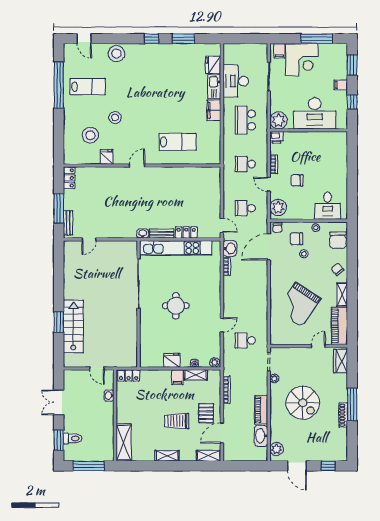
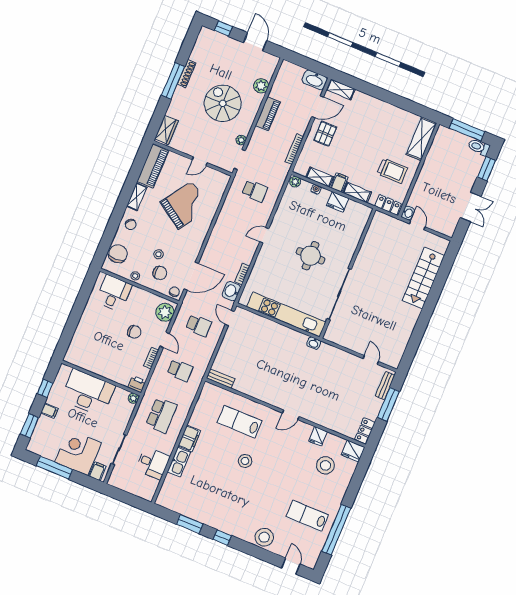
fridge: (213, 65) -> (353, 451), moved, turned 90
desk: (236, 81) -> (153, 463), width x0.73
stool: (115, 117) -> (245, 461), moved
plant: (279, 120) -> (133, 398), width x0.53, depth x0.53
locker: (186, 232) -> (269, 326), removed
bench: (162, 234) -> (220, 379), moved
door: (89, 239) -> (371, 360), hinge flipped
window: (59, 322) -> (437, 289), removed
door: (222, 325) -> (264, 235), moved
door: (318, 346) -> (200, 161), moved
washbasin: (109, 396) -> (408, 213), moved
trolley: (177, 421) -> (392, 171), moved
washbasin: (261, 436) -> (315, 80), moved, turned 90
toilet: (73, 438) -> (479, 147), moved
plant: (277, 449) -> (261, 86), moved
shelving: (167, 456) -> (357, 192), moved

